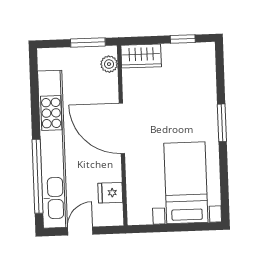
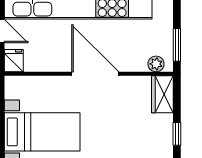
door: (122, 128) -> (95, 74), hinge flipped
fridge: (110, 193) -> (14, 61), moved

